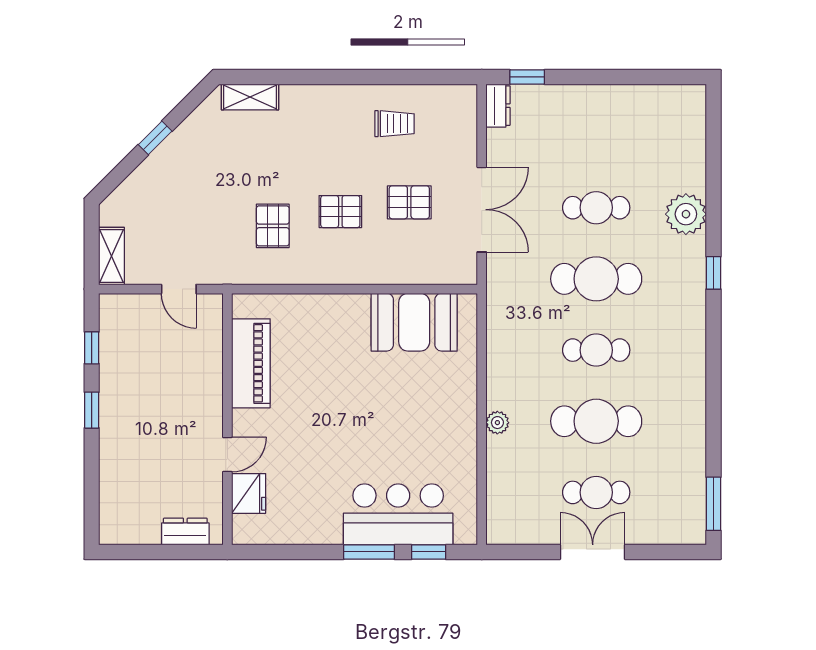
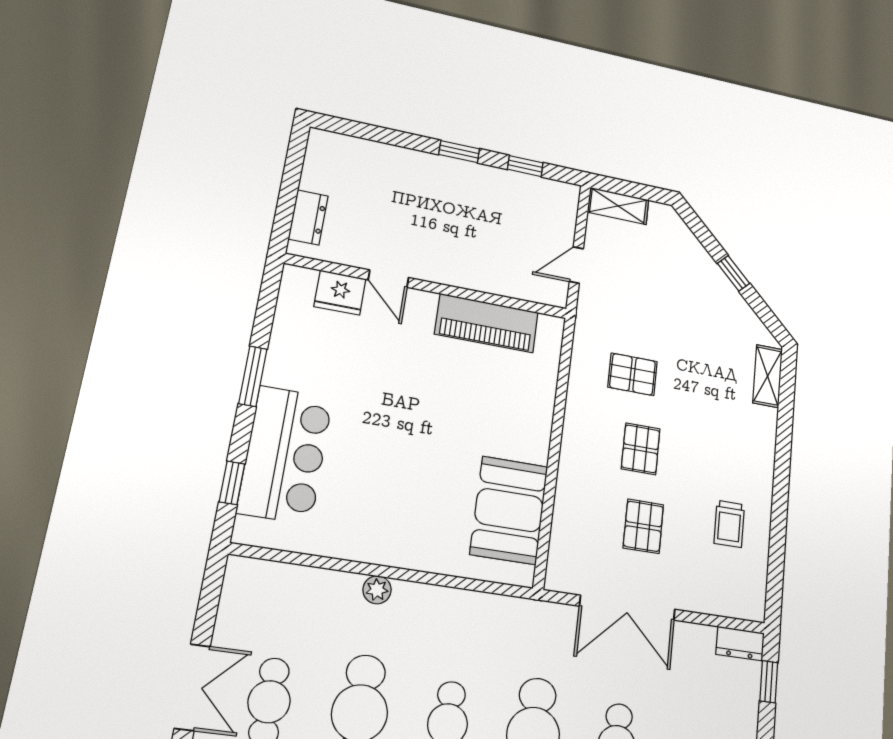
window: (369, 552) -> (253, 376), moved

